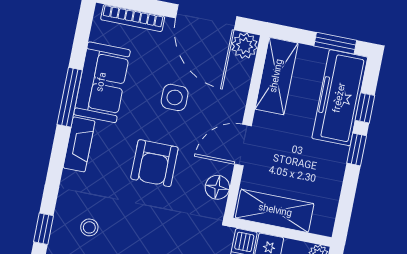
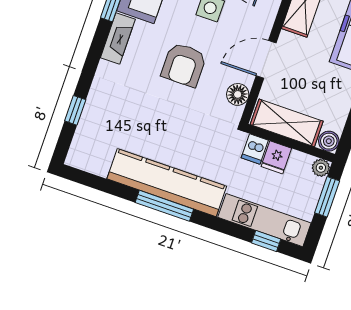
boiler: (323, 224) -> (329, 141), added
stool: (89, 227) -> (117, 115), removed

